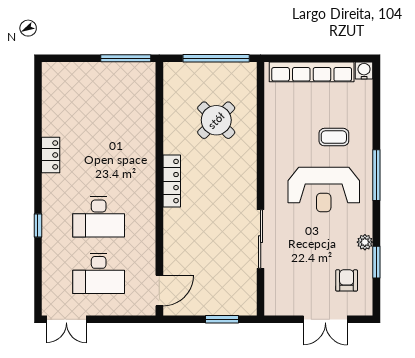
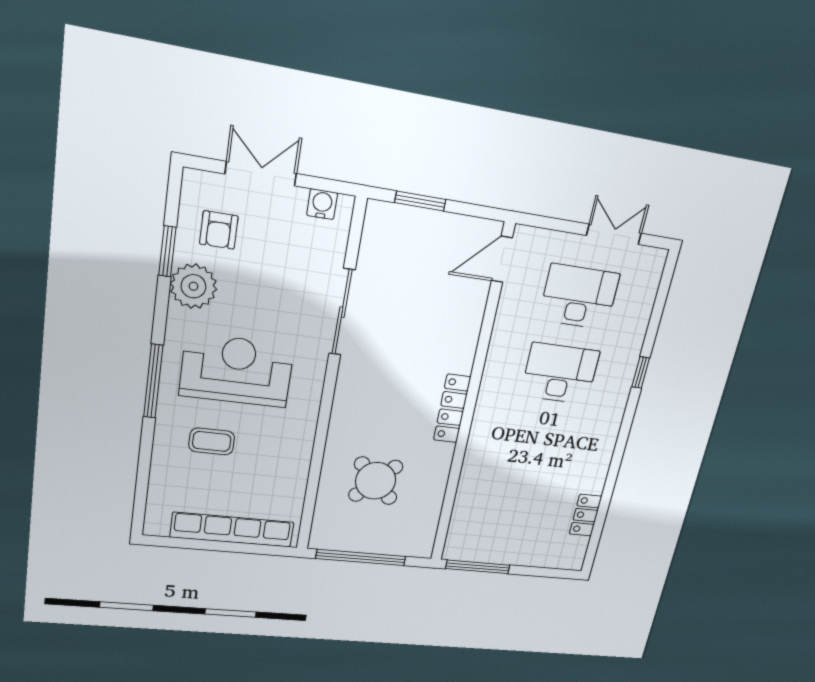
water cooler: (364, 71) -> (322, 204), moved, turned 180
locker: (51, 155) -> (585, 515), moved
plant: (365, 242) -> (193, 286), width x1.88, depth x1.88
double door: (66, 319) -> (614, 234), moved

